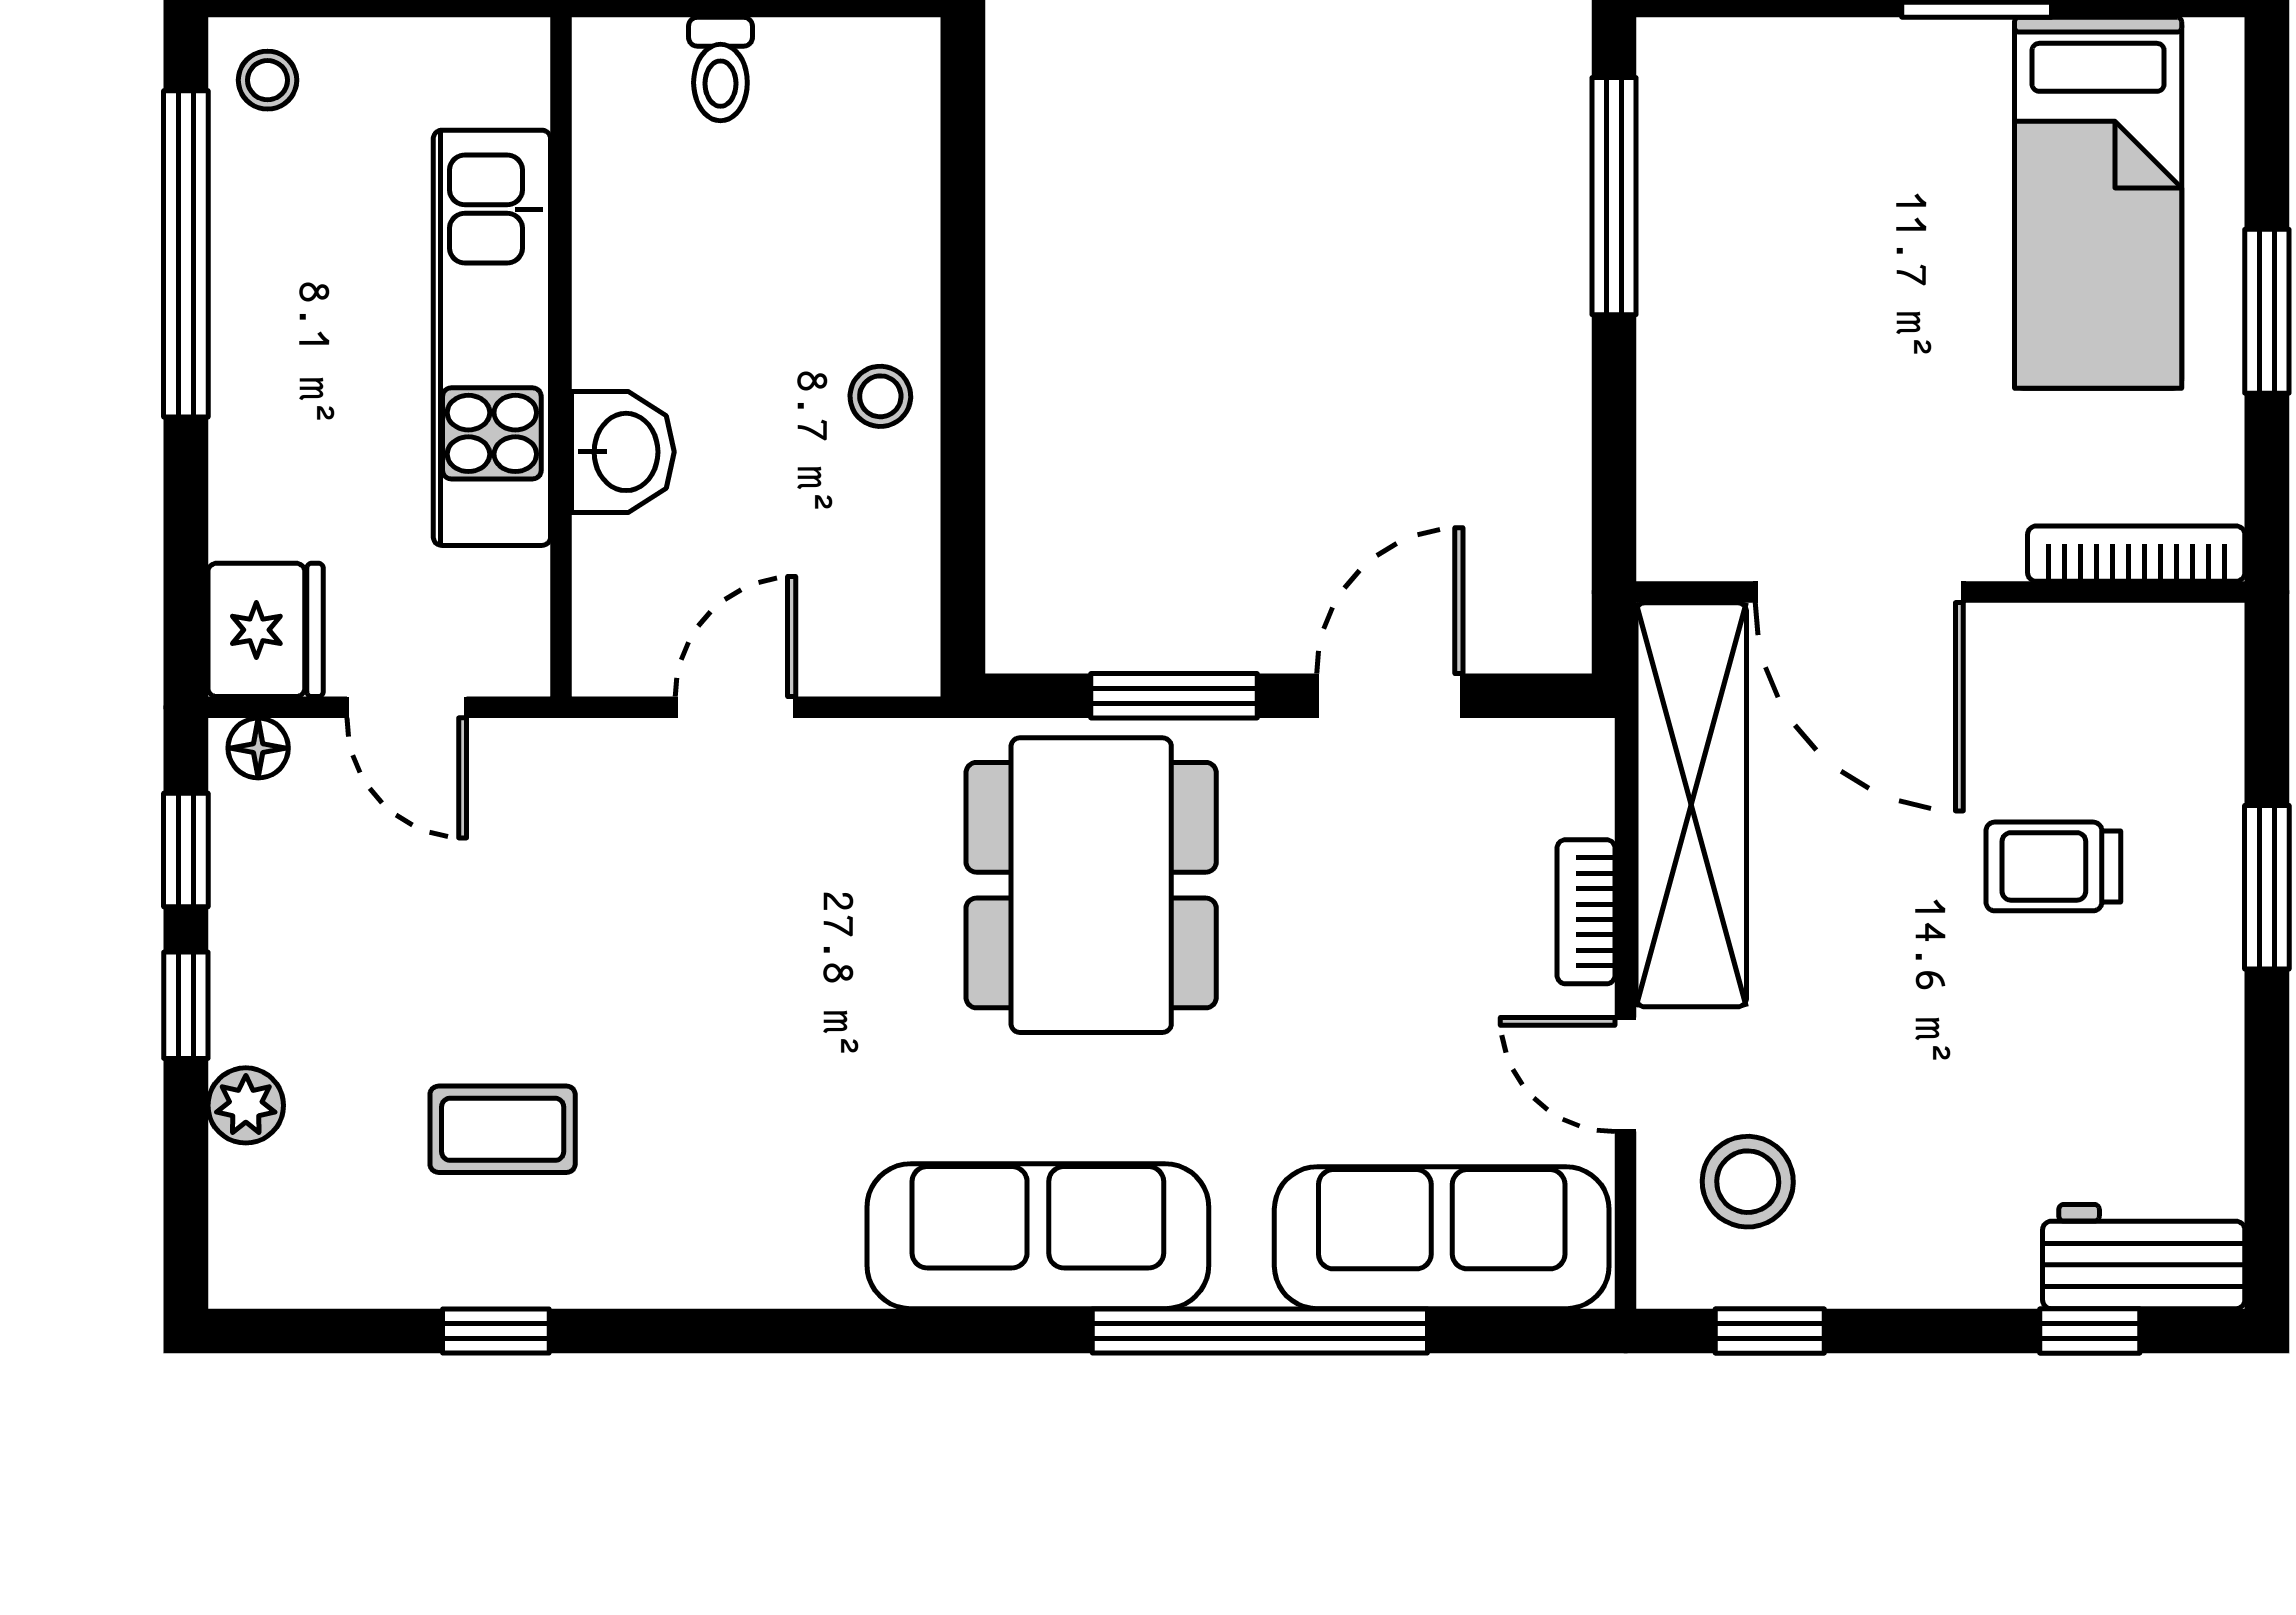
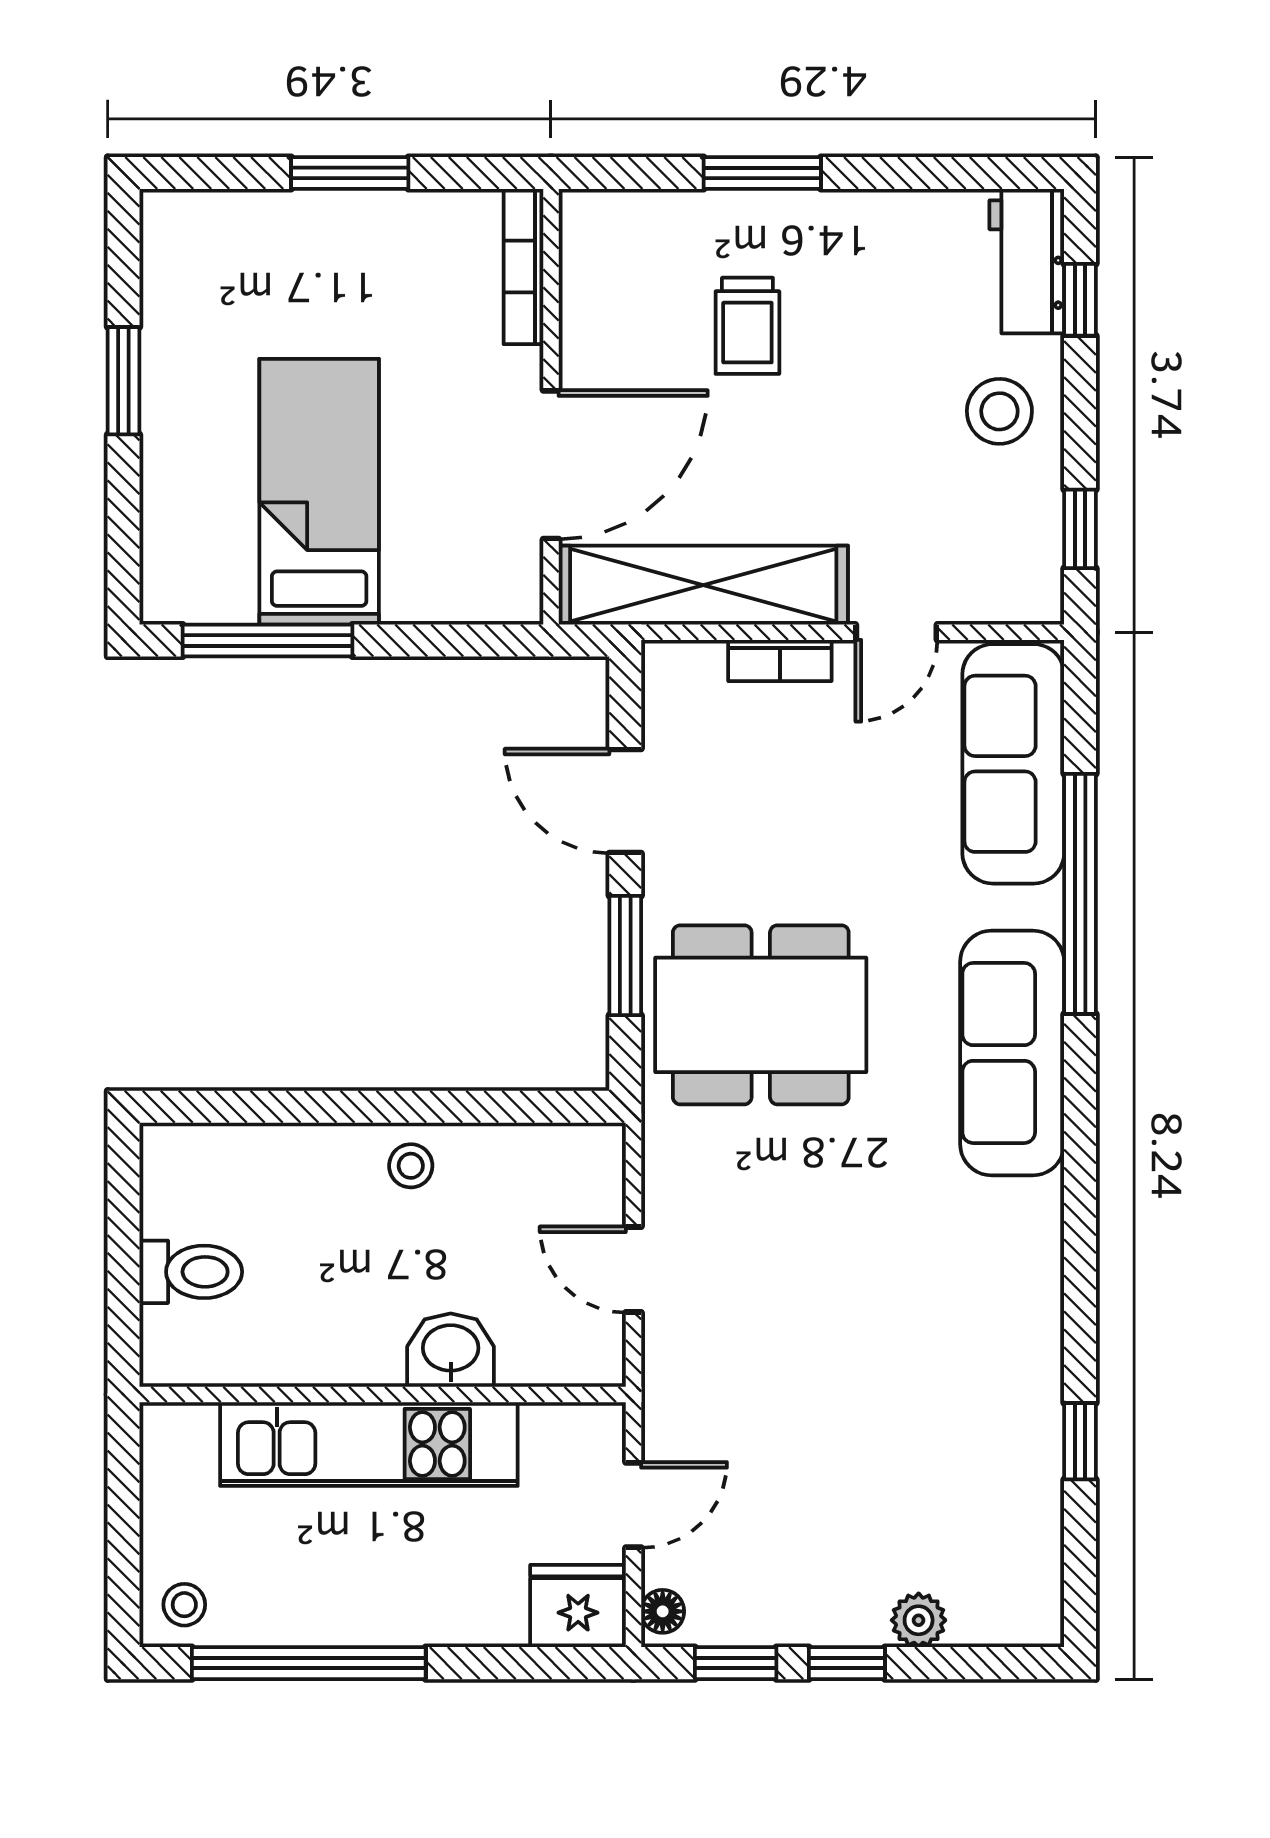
toilet: (720, 69) -> (191, 1272), width x1.37, depth x1.39
bed: (2098, 203) -> (319, 492), moved, turned -90
coffee table: (503, 1129) -> (936, 1436), removed
stool: (1748, 1182) -> (999, 411), moved

